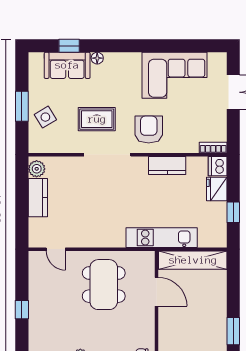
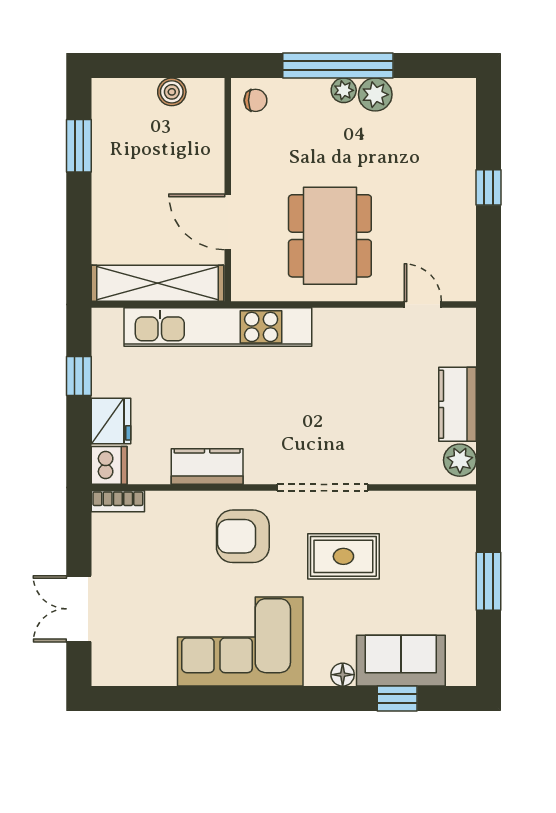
corner sofa: (174, 75) -> (240, 641), moved
side table: (45, 117) -> (443, 560), removed
armchair: (149, 130) -> (243, 536), turned 90
kitchen unit: (162, 238) -> (218, 327), width x1.36

